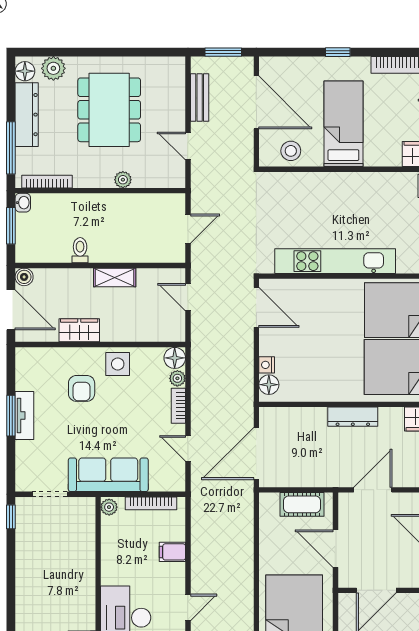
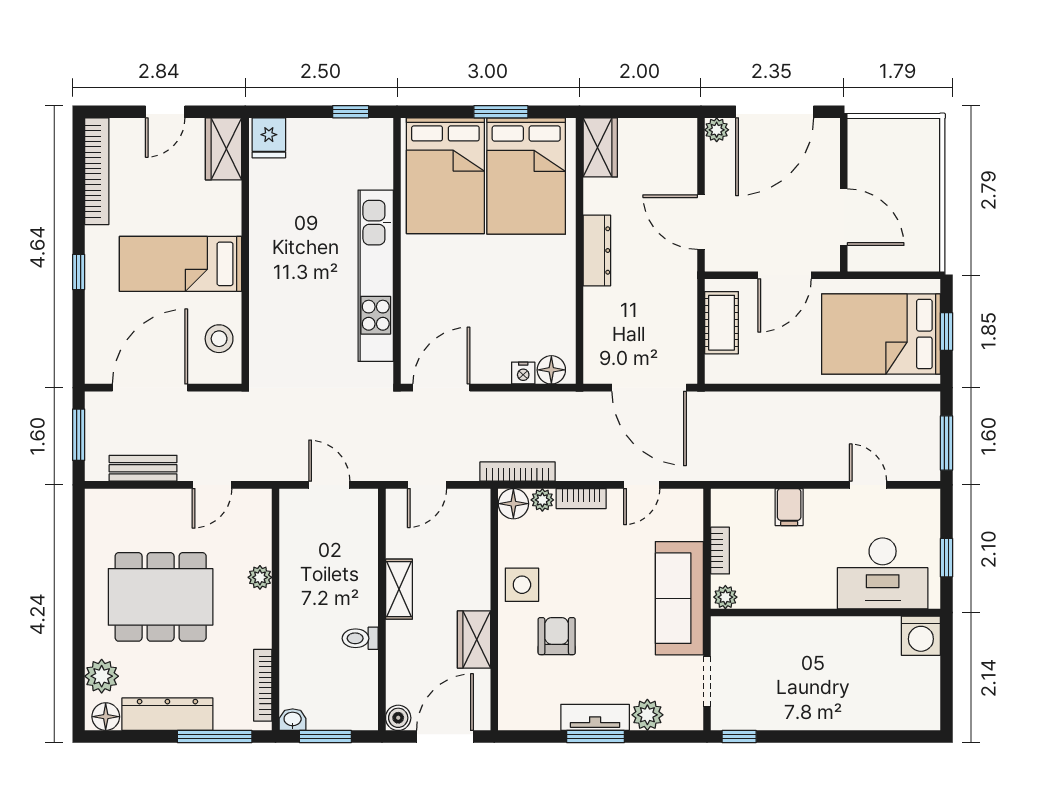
bookcase: (197, 361) -> (518, 472), added
armchair: (82, 388) -> (557, 636), turned -90
plant: (26, 452) -> (647, 715), added
bookcase: (151, 503) -> (720, 551), width x0.64

